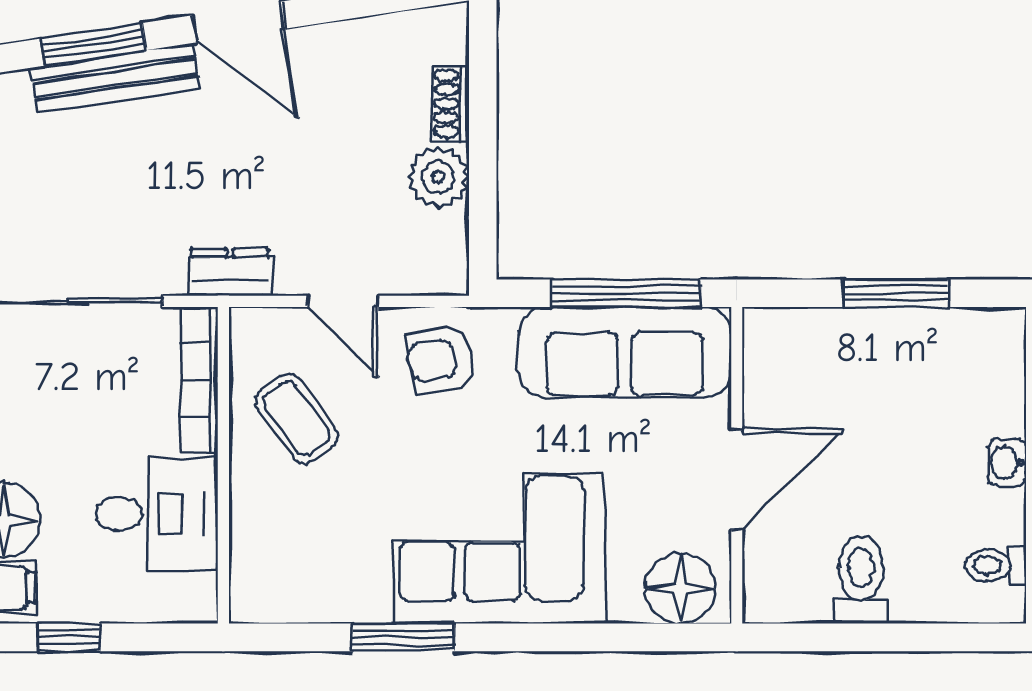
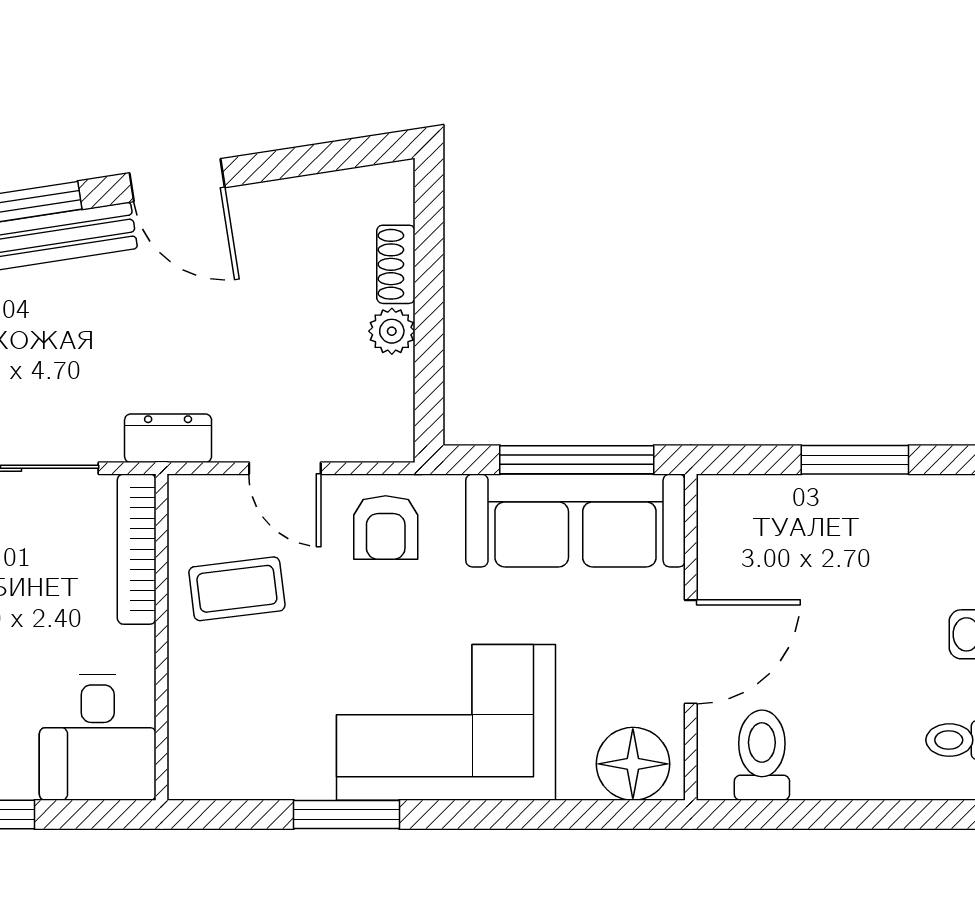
plant: (438, 177) -> (392, 331), width x0.73, depth x0.73
armchair: (441, 359) -> (386, 528), turned -78
coffee table: (296, 418) -> (237, 589), turned -61
desk: (157, 514) -> (98, 738), moved, turned 90
toilet: (861, 580) -> (762, 755), moved

